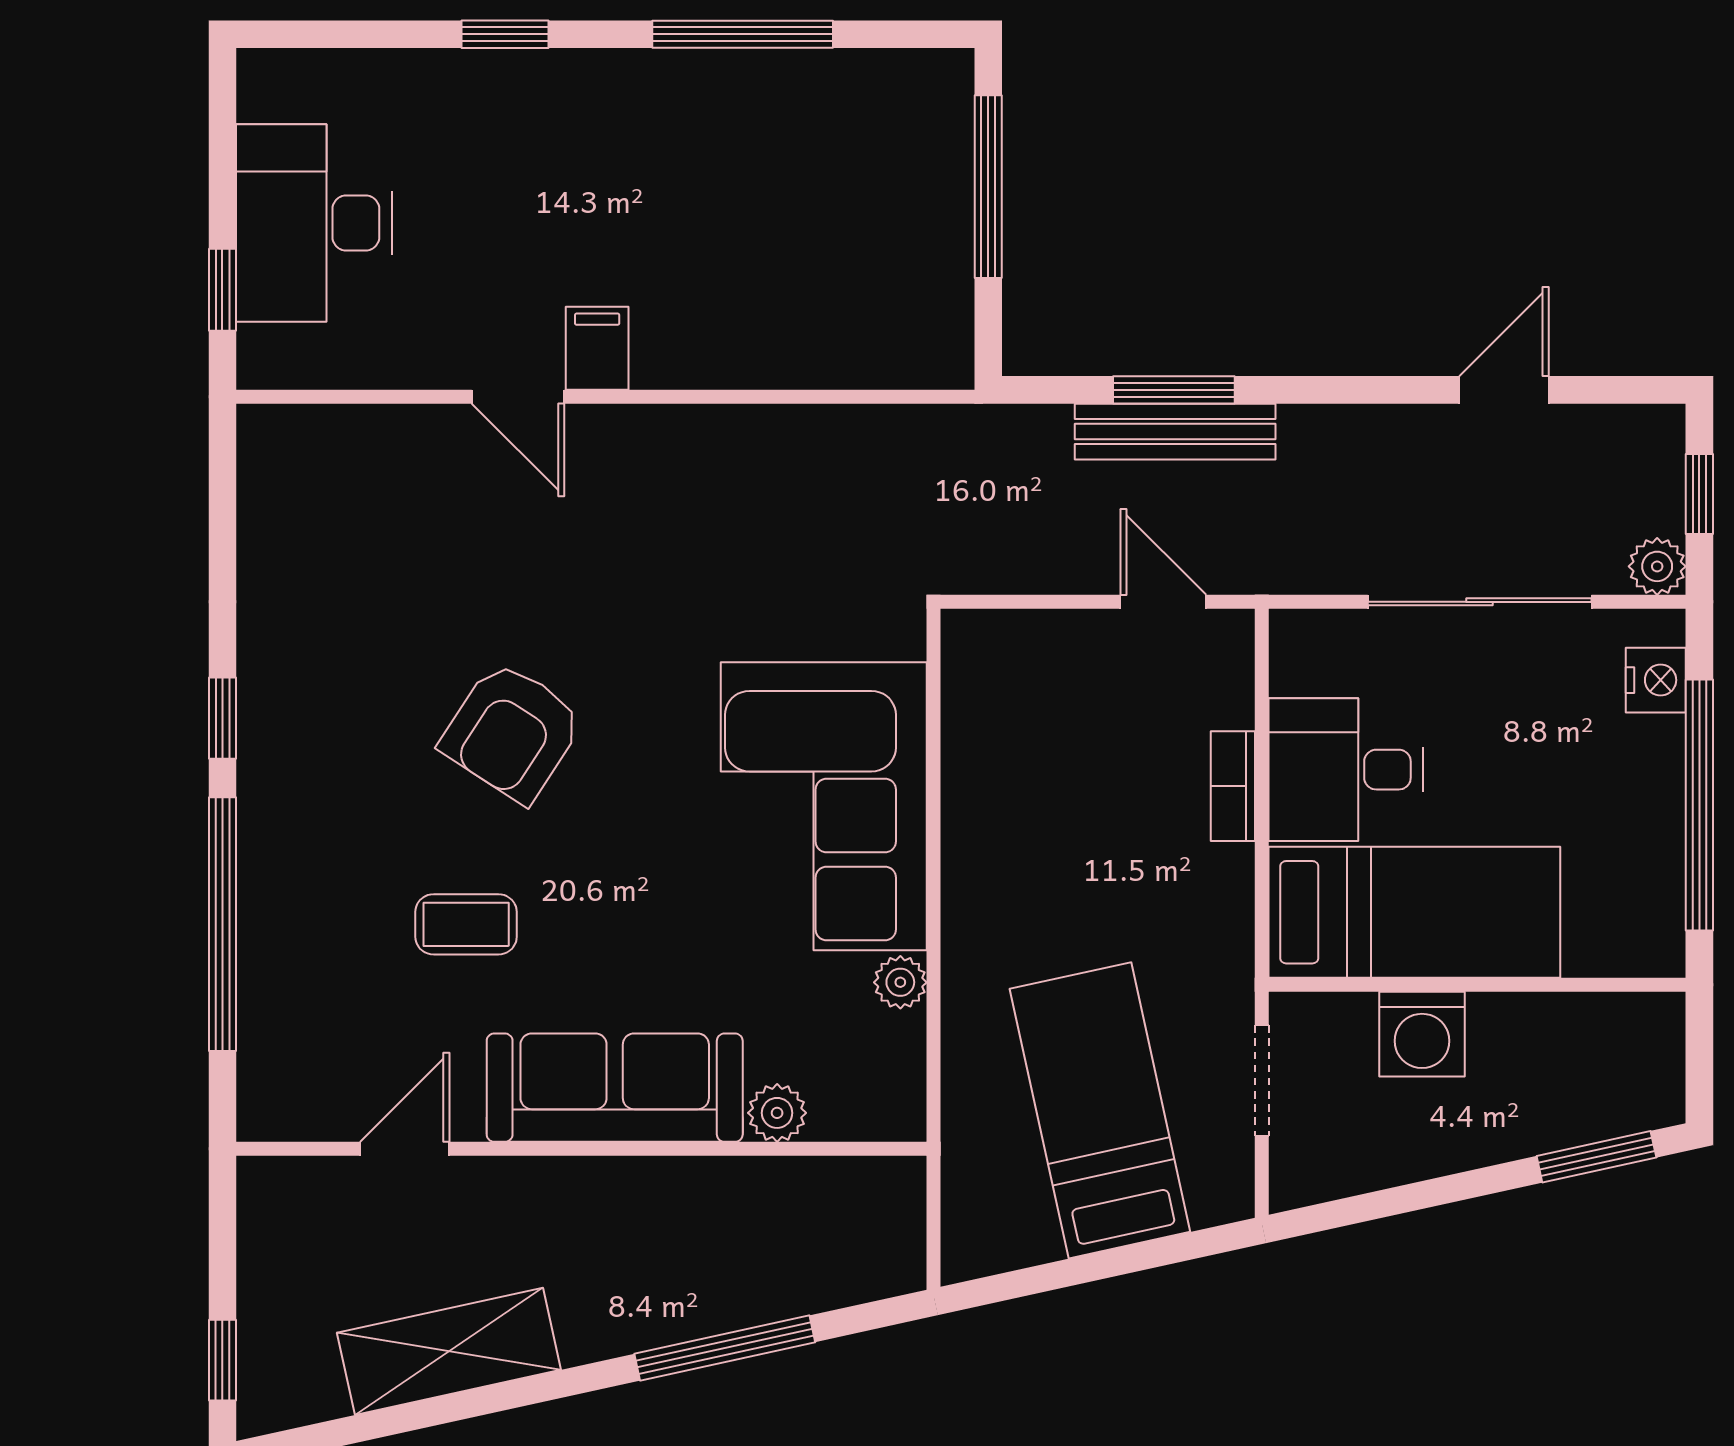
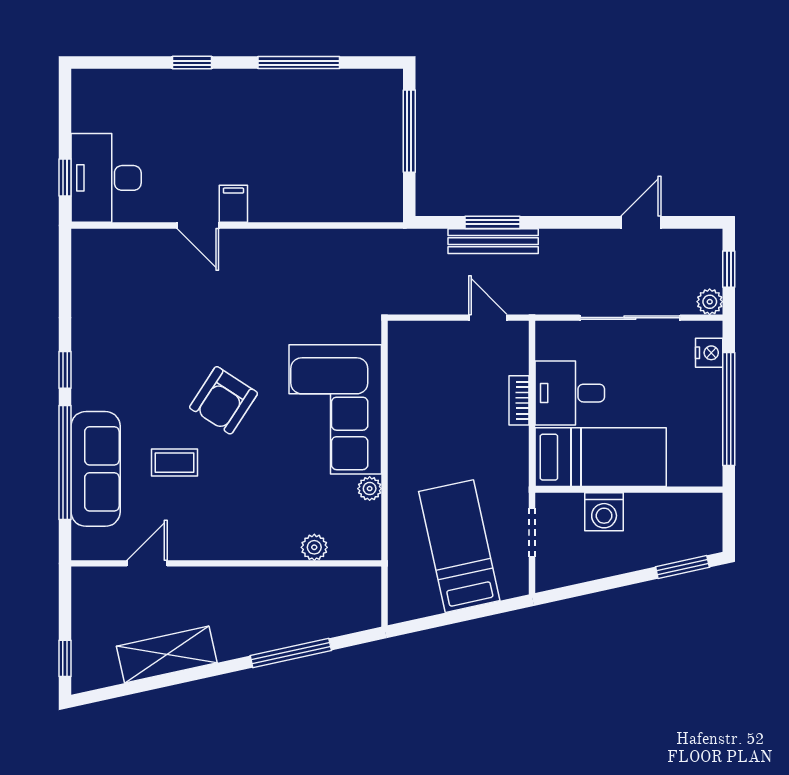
desk: (314, 223) -> (106, 178), moved
armchair: (512, 732) -> (224, 400), moved
sofa: (615, 1088) -> (96, 469), moved, turned 90

